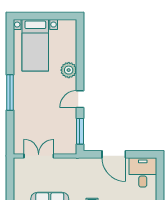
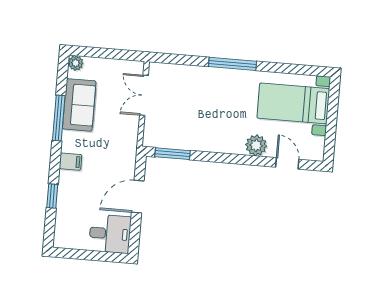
door: (80, 99) -> (287, 163), moved
double door: (39, 156) -> (144, 95), swing flipped

